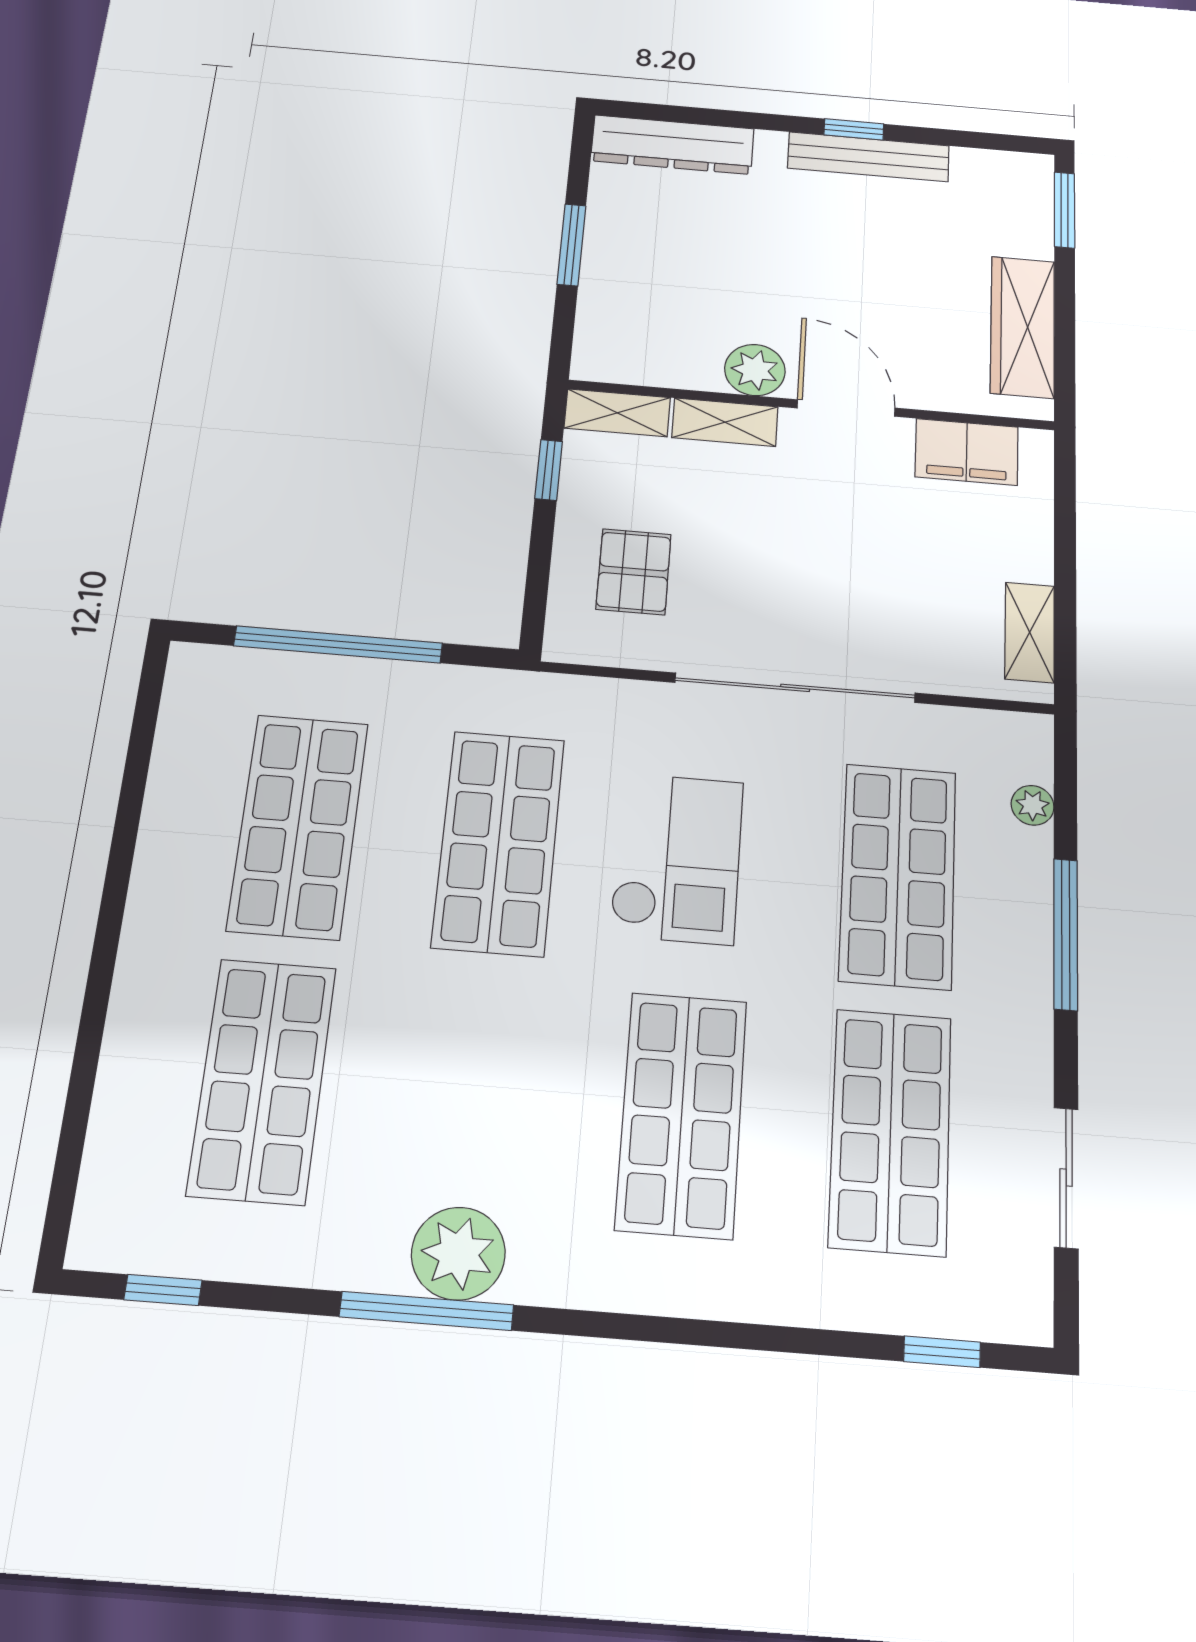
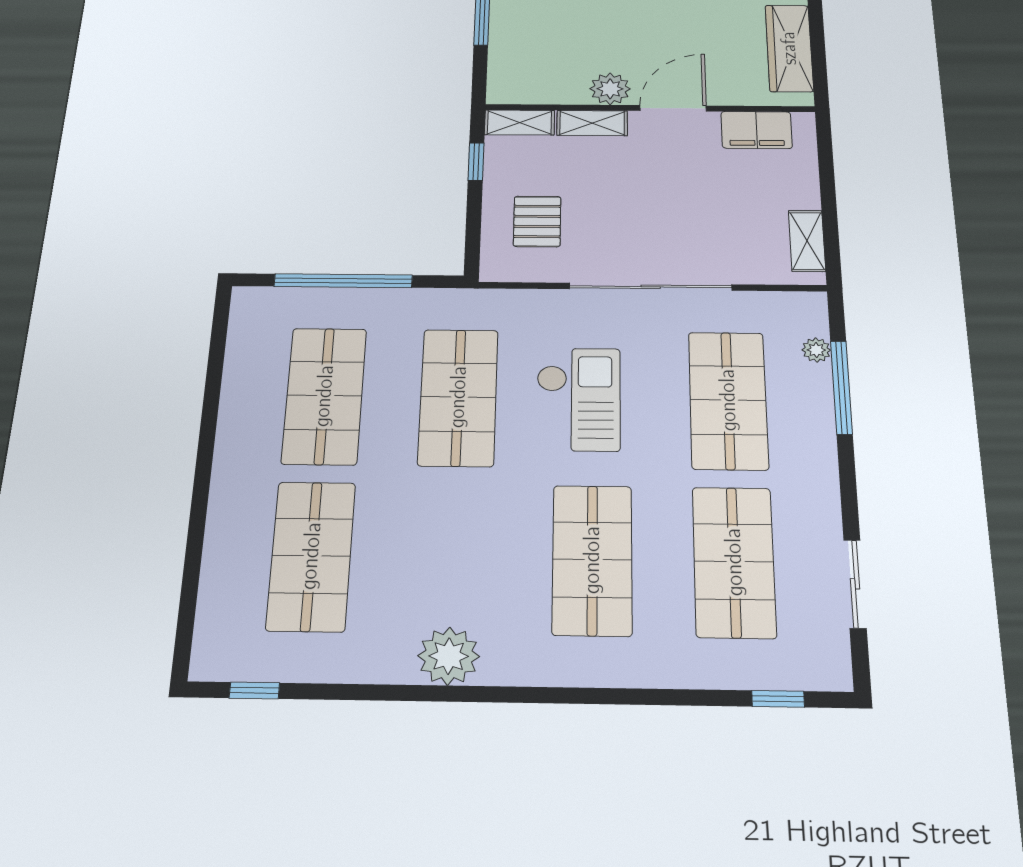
door: (846, 408) -> (673, 108), hinge flipped
window: (1066, 934) -> (841, 387), moved
window: (427, 1311) -> (430, 693), removed

